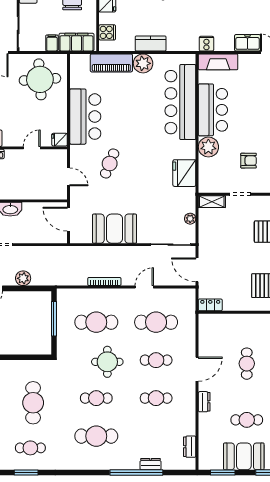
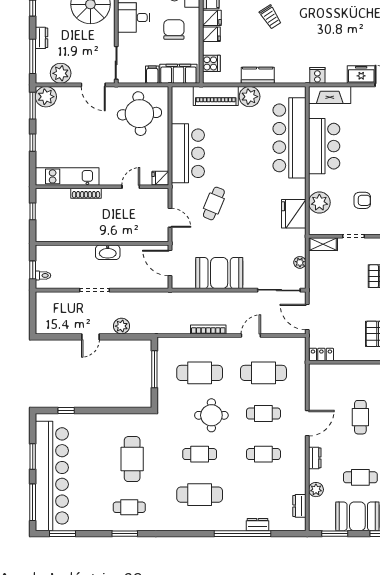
plant: (208, 147) -> (319, 202), moved
plant: (205, 431) -> (316, 490), added

